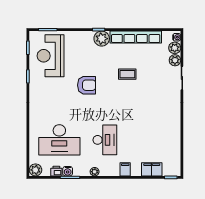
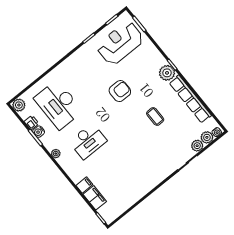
armchair: (87, 85) -> (120, 91), turned -90
filing cabinet: (125, 169) -> (84, 185), moved

